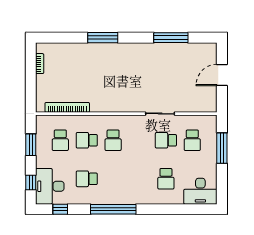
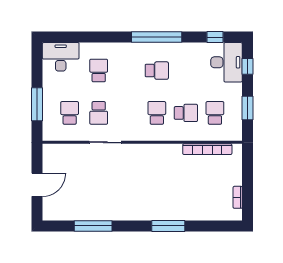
school desk: (166, 140) -> (99, 113), turned 90
school desk: (87, 179) -> (157, 71), moved

